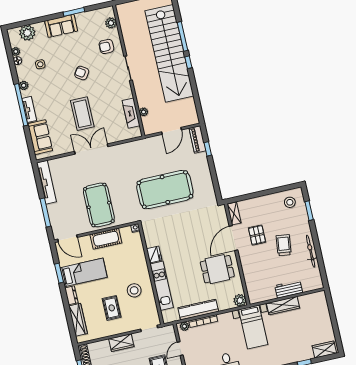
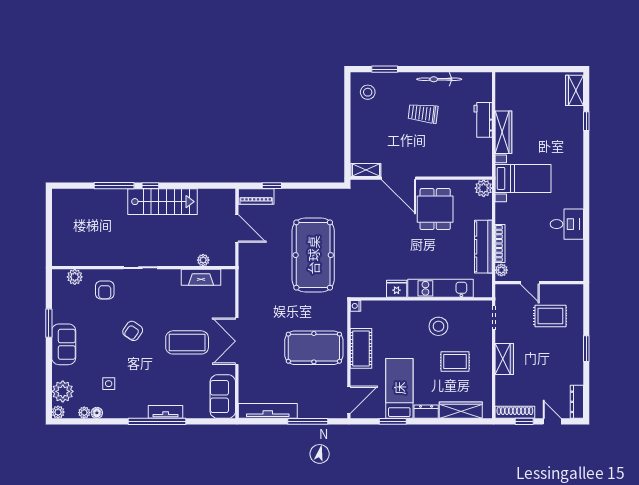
stairs: (169, 53) -> (163, 202), width x0.54, depth x0.66
plant: (24, 85) -> (58, 412), moved
sofa: (40, 137) -> (223, 397), moved, turned -90
pallet: (257, 235) -> (402, 146), removed

